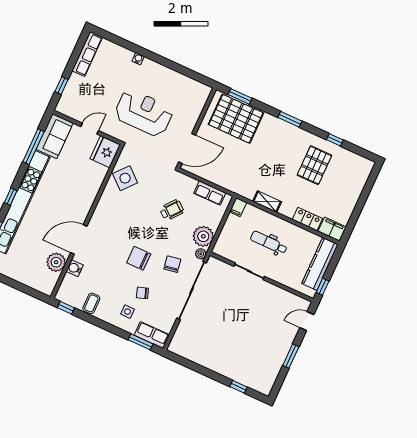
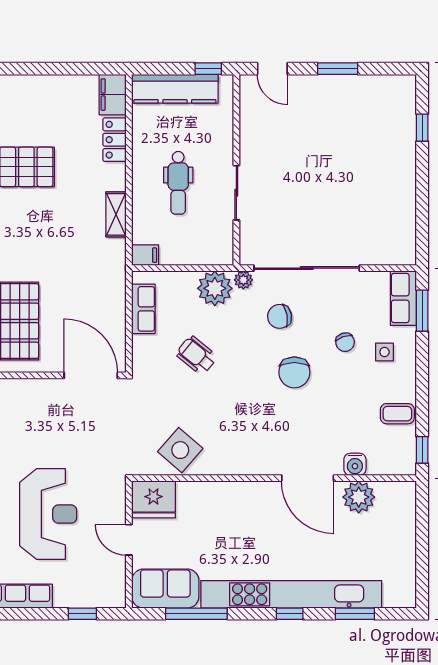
reception desk: (144, 113) -> (48, 514), moved, turned 180

